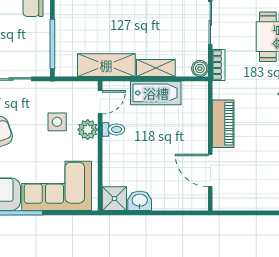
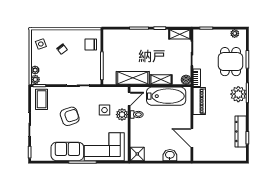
bathtub: (156, 93) -> (166, 96), width x1.36, depth x1.36
piano: (223, 124) -> (199, 101), moved
washbasin: (140, 201) -> (170, 155), moved

